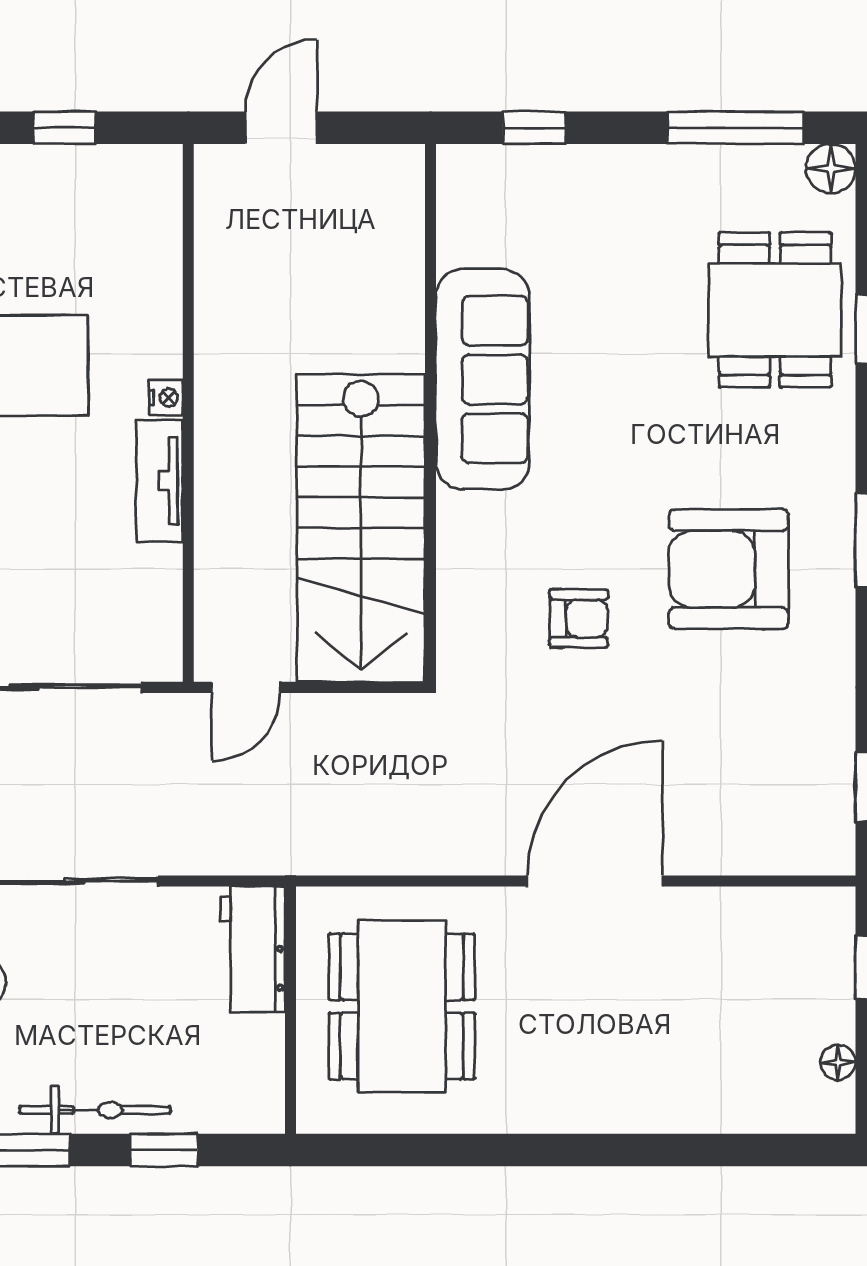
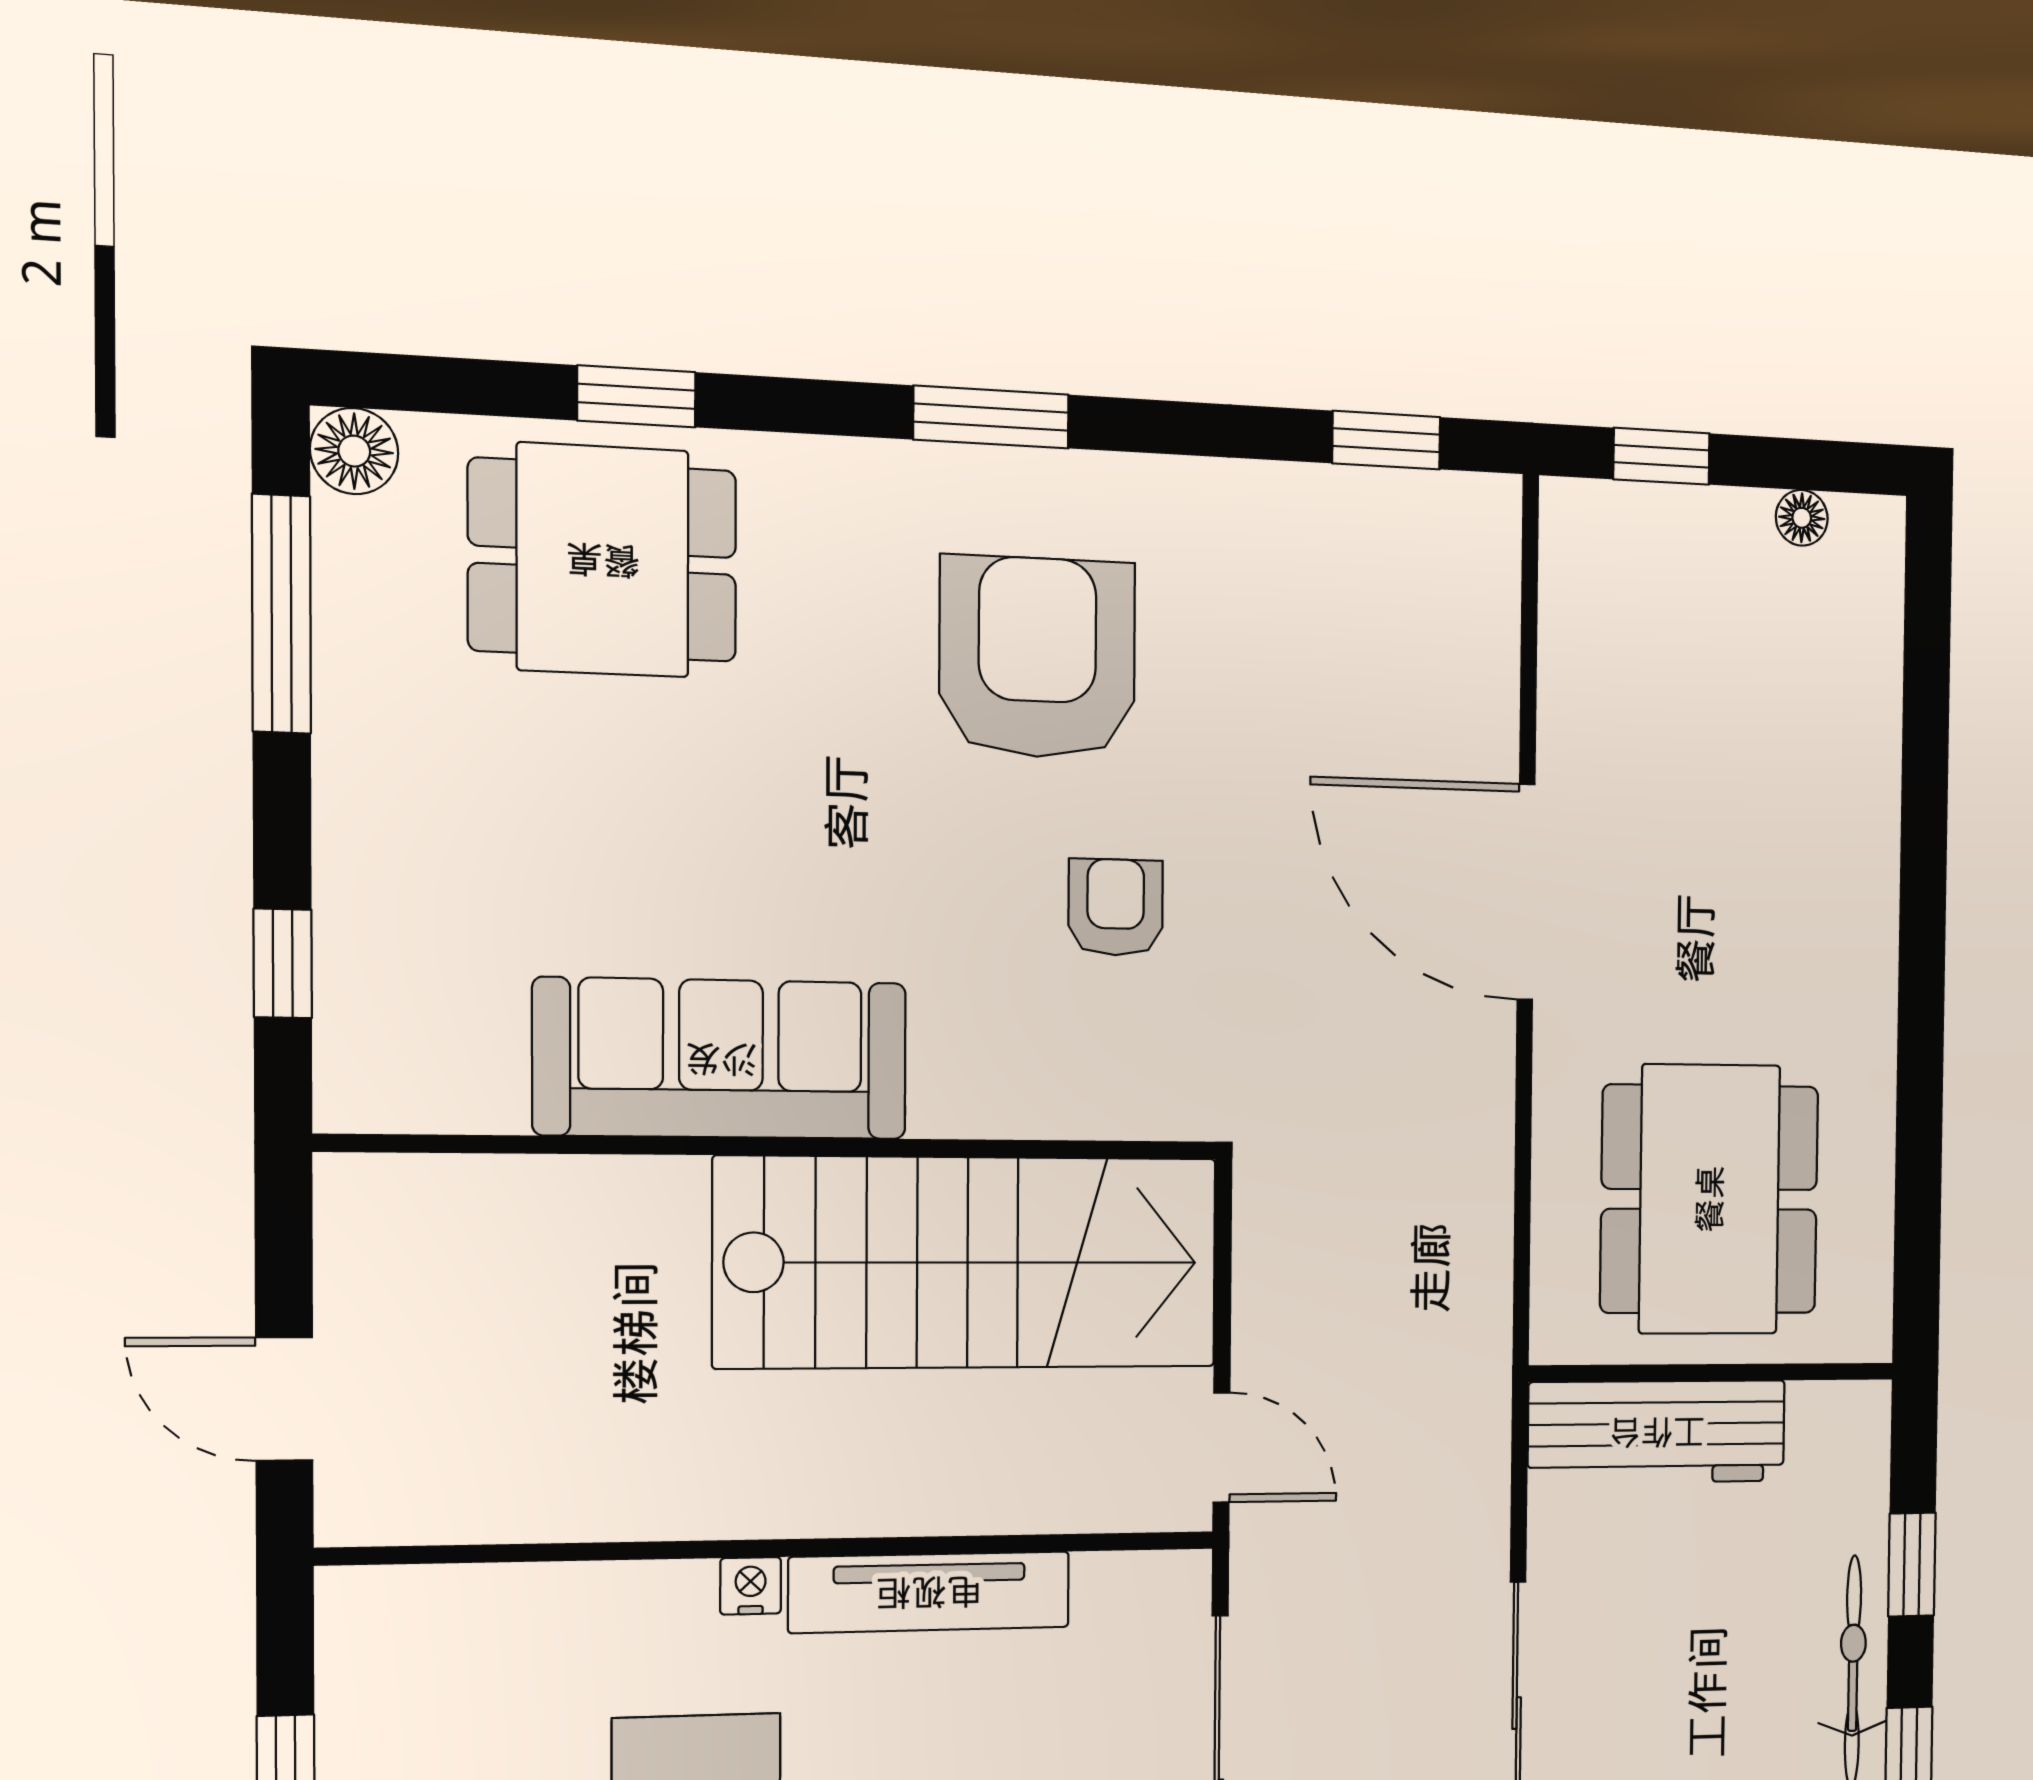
tv unit: (160, 481) -> (929, 1592), width x1.41
armchair: (729, 569) -> (1037, 658), turned 180
workbench: (253, 949) -> (1657, 1432), width x1.38
dining table: (402, 1006) -> (1710, 1199), turned 90

